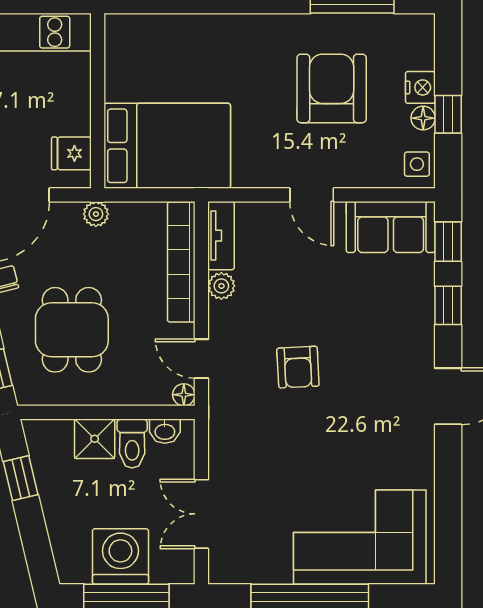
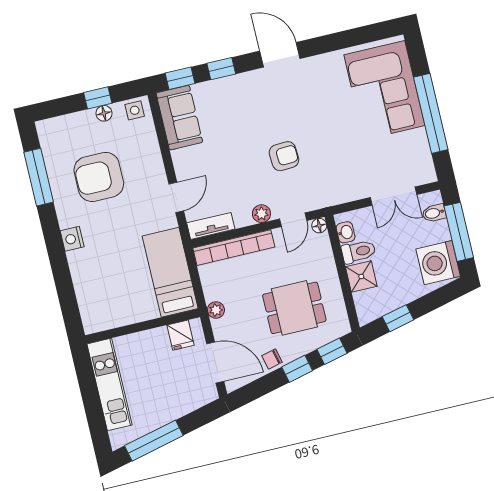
nightstand: (420, 87) -> (72, 239), moved, turned -90
bed: (167, 146) -> (170, 272), width x0.67
door: (312, 195) -> (176, 197), moved
plant: (221, 286) -> (261, 214), moved
washing machine: (120, 556) -> (438, 263), moved
bidet: (162, 567) -> (434, 213), added

